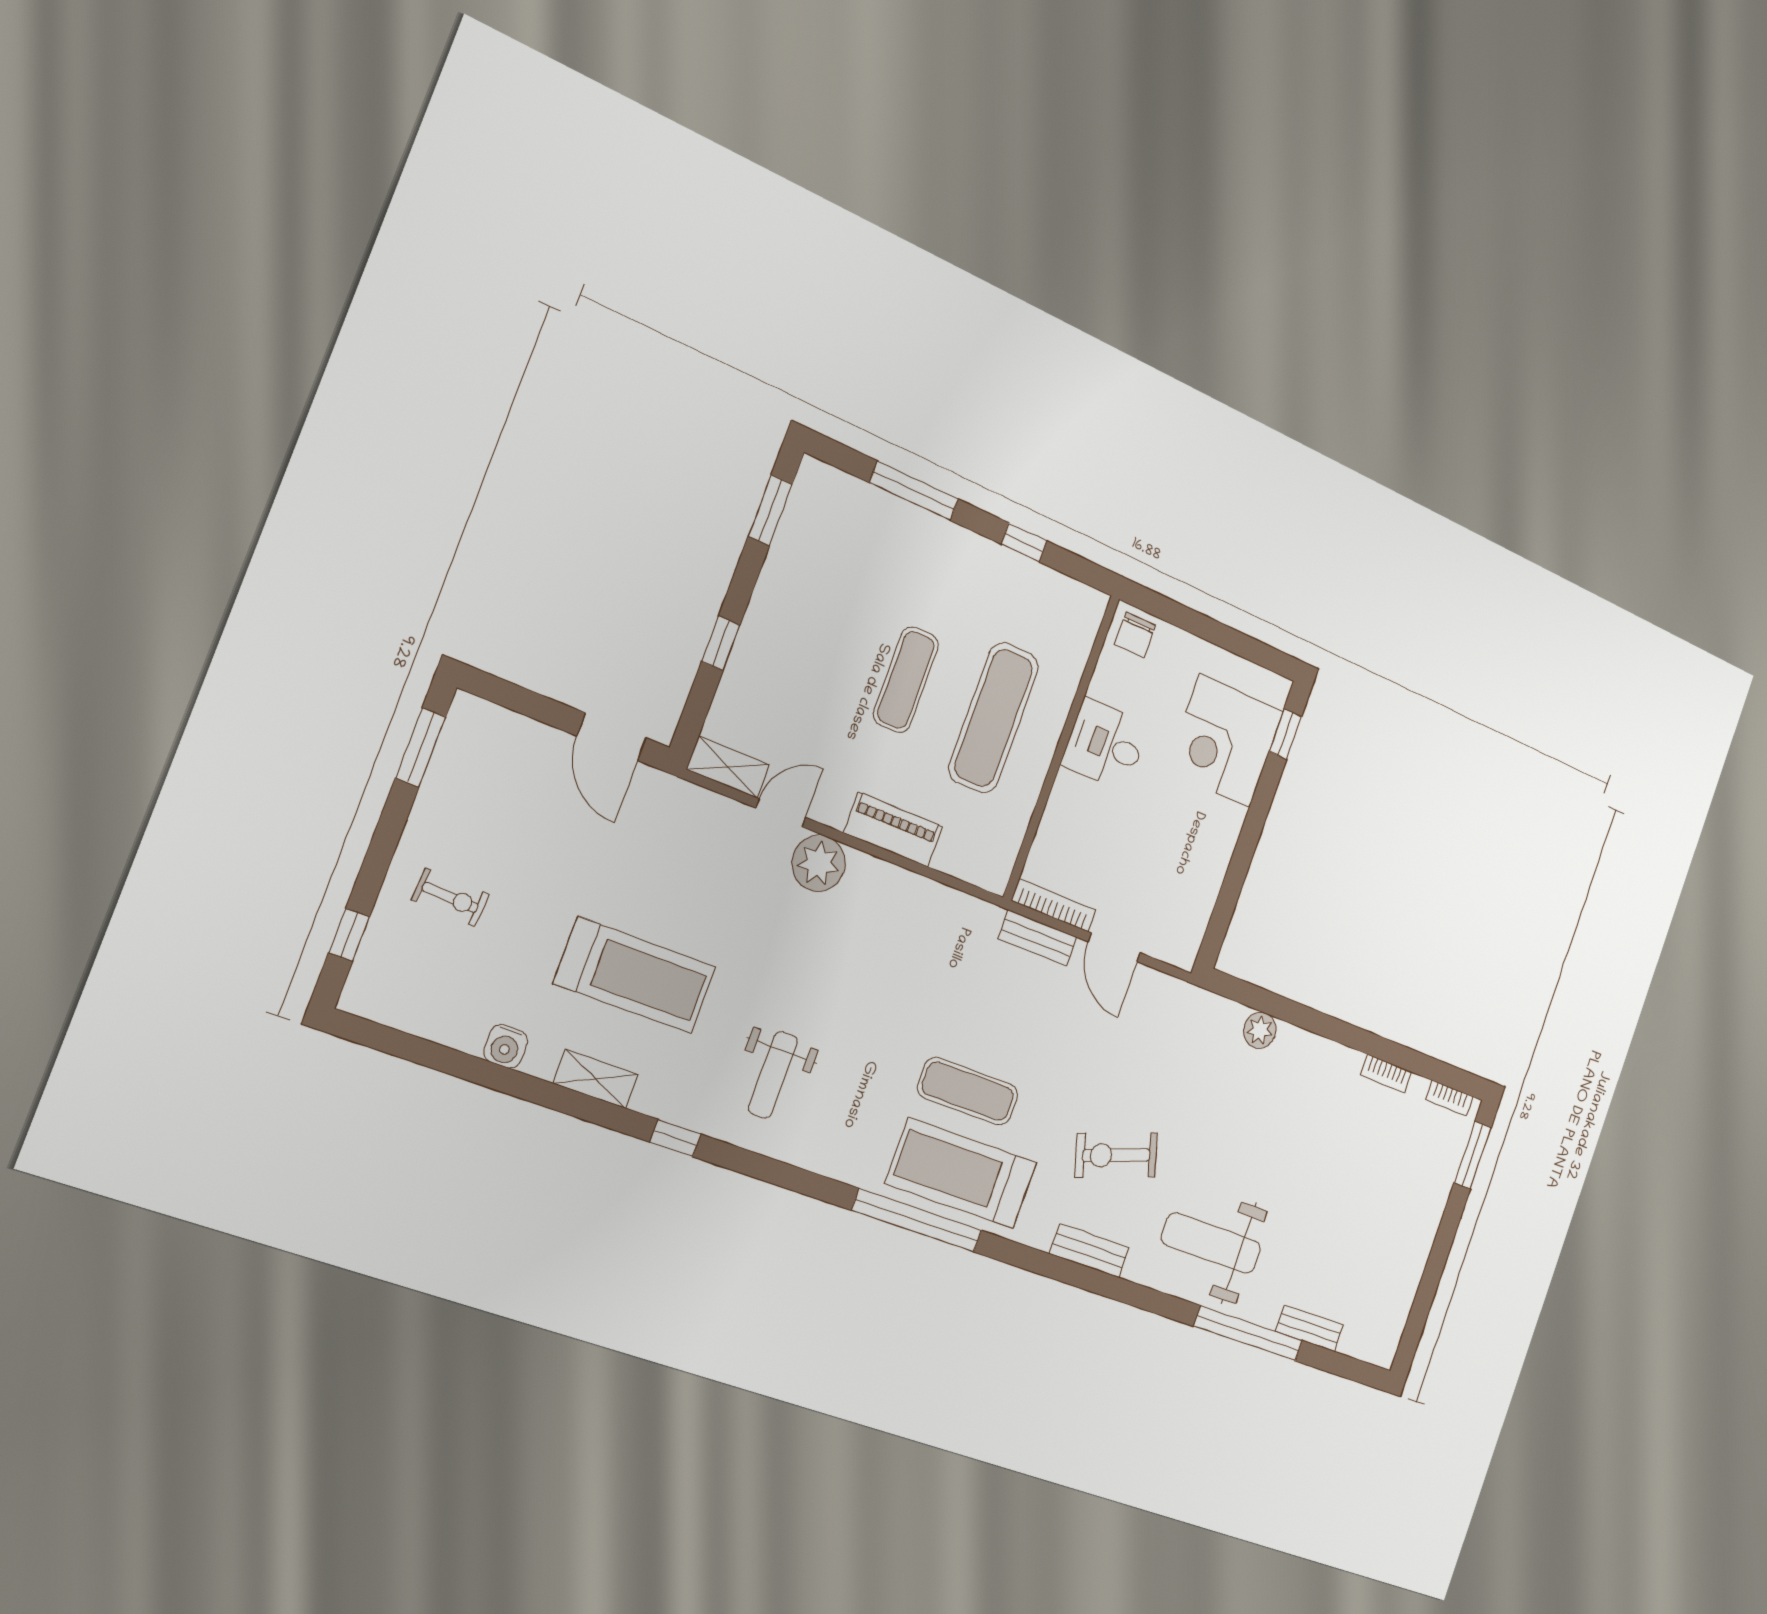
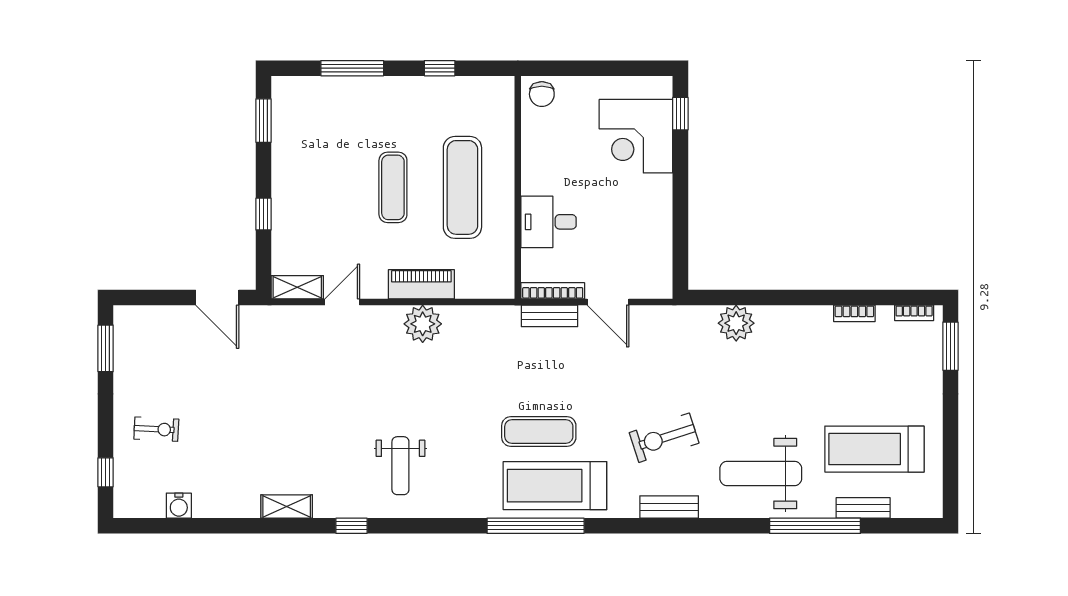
desk: (1105, 744) -> (549, 222), moved
plant: (819, 863) -> (423, 324), moved
treadmill: (635, 975) -> (874, 449), moved, turned 180
plant: (1260, 1030) -> (736, 323), width x1.36, depth x1.36
water cooler: (506, 1046) -> (179, 506), moved

